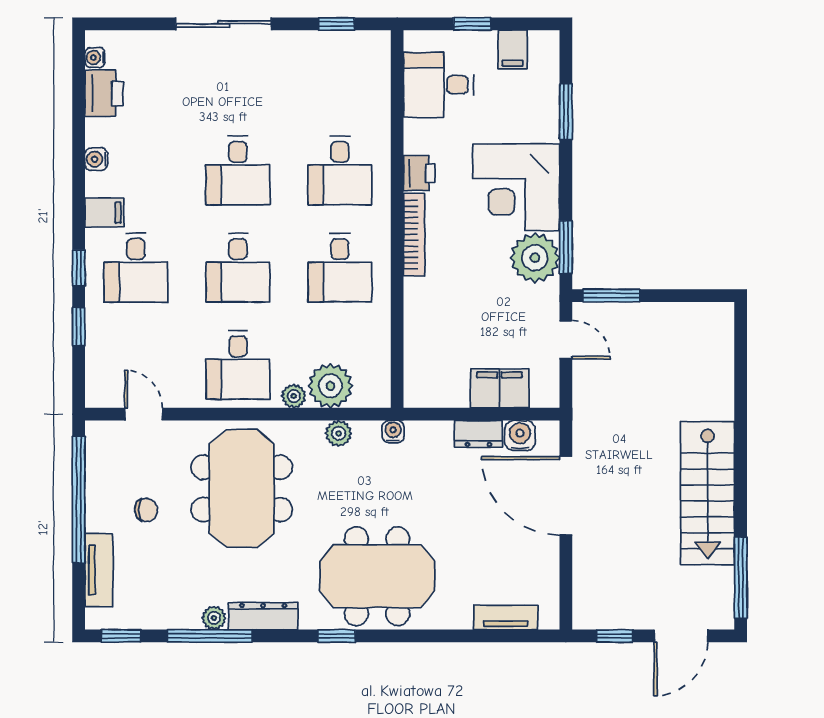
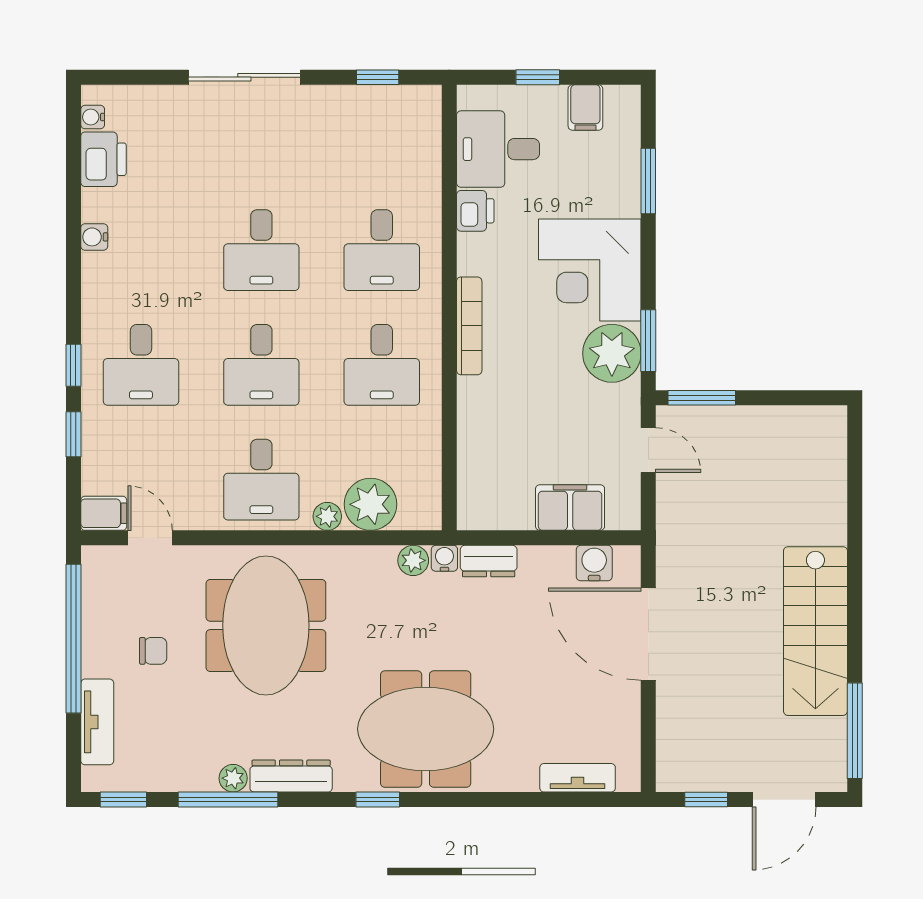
printer: (419, 173) -> (475, 211), moved
filing cabinet: (104, 213) -> (104, 513), moved
plant: (339, 433) -> (413, 560), moved
dresser: (478, 434) -> (489, 561), moved

